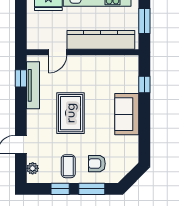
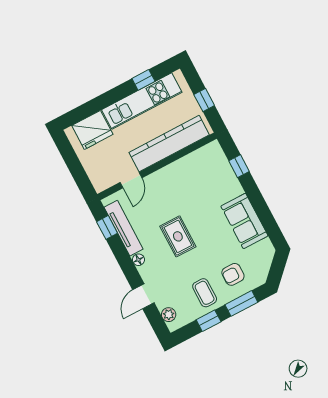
window: (144, 21) -> (204, 100), width x0.67
rug: (71, 113) -> (178, 236), width x0.73, depth x0.70
sofa: (127, 114) -> (244, 221), moved
floor lamp: (32, 115) -> (138, 260), added

